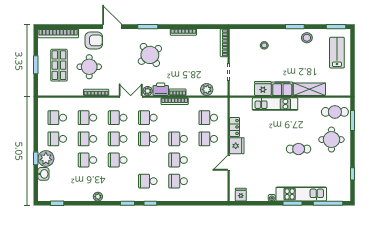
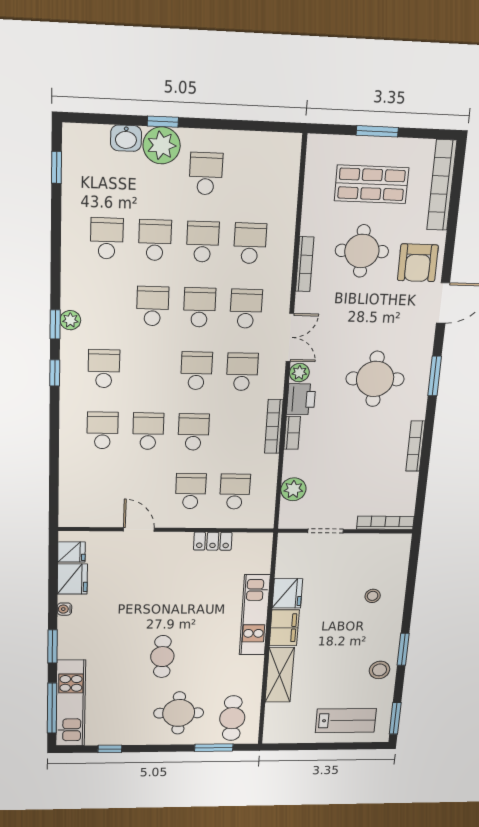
round table: (150, 55) -> (375, 379), turned 37
school desk: (57, 118) -> (107, 238), moved
fridge: (237, 146) -> (72, 579), moved, turned -90
kitchen unit: (301, 194) -> (71, 703), moved
plant: (98, 197) -> (70, 320), moved

